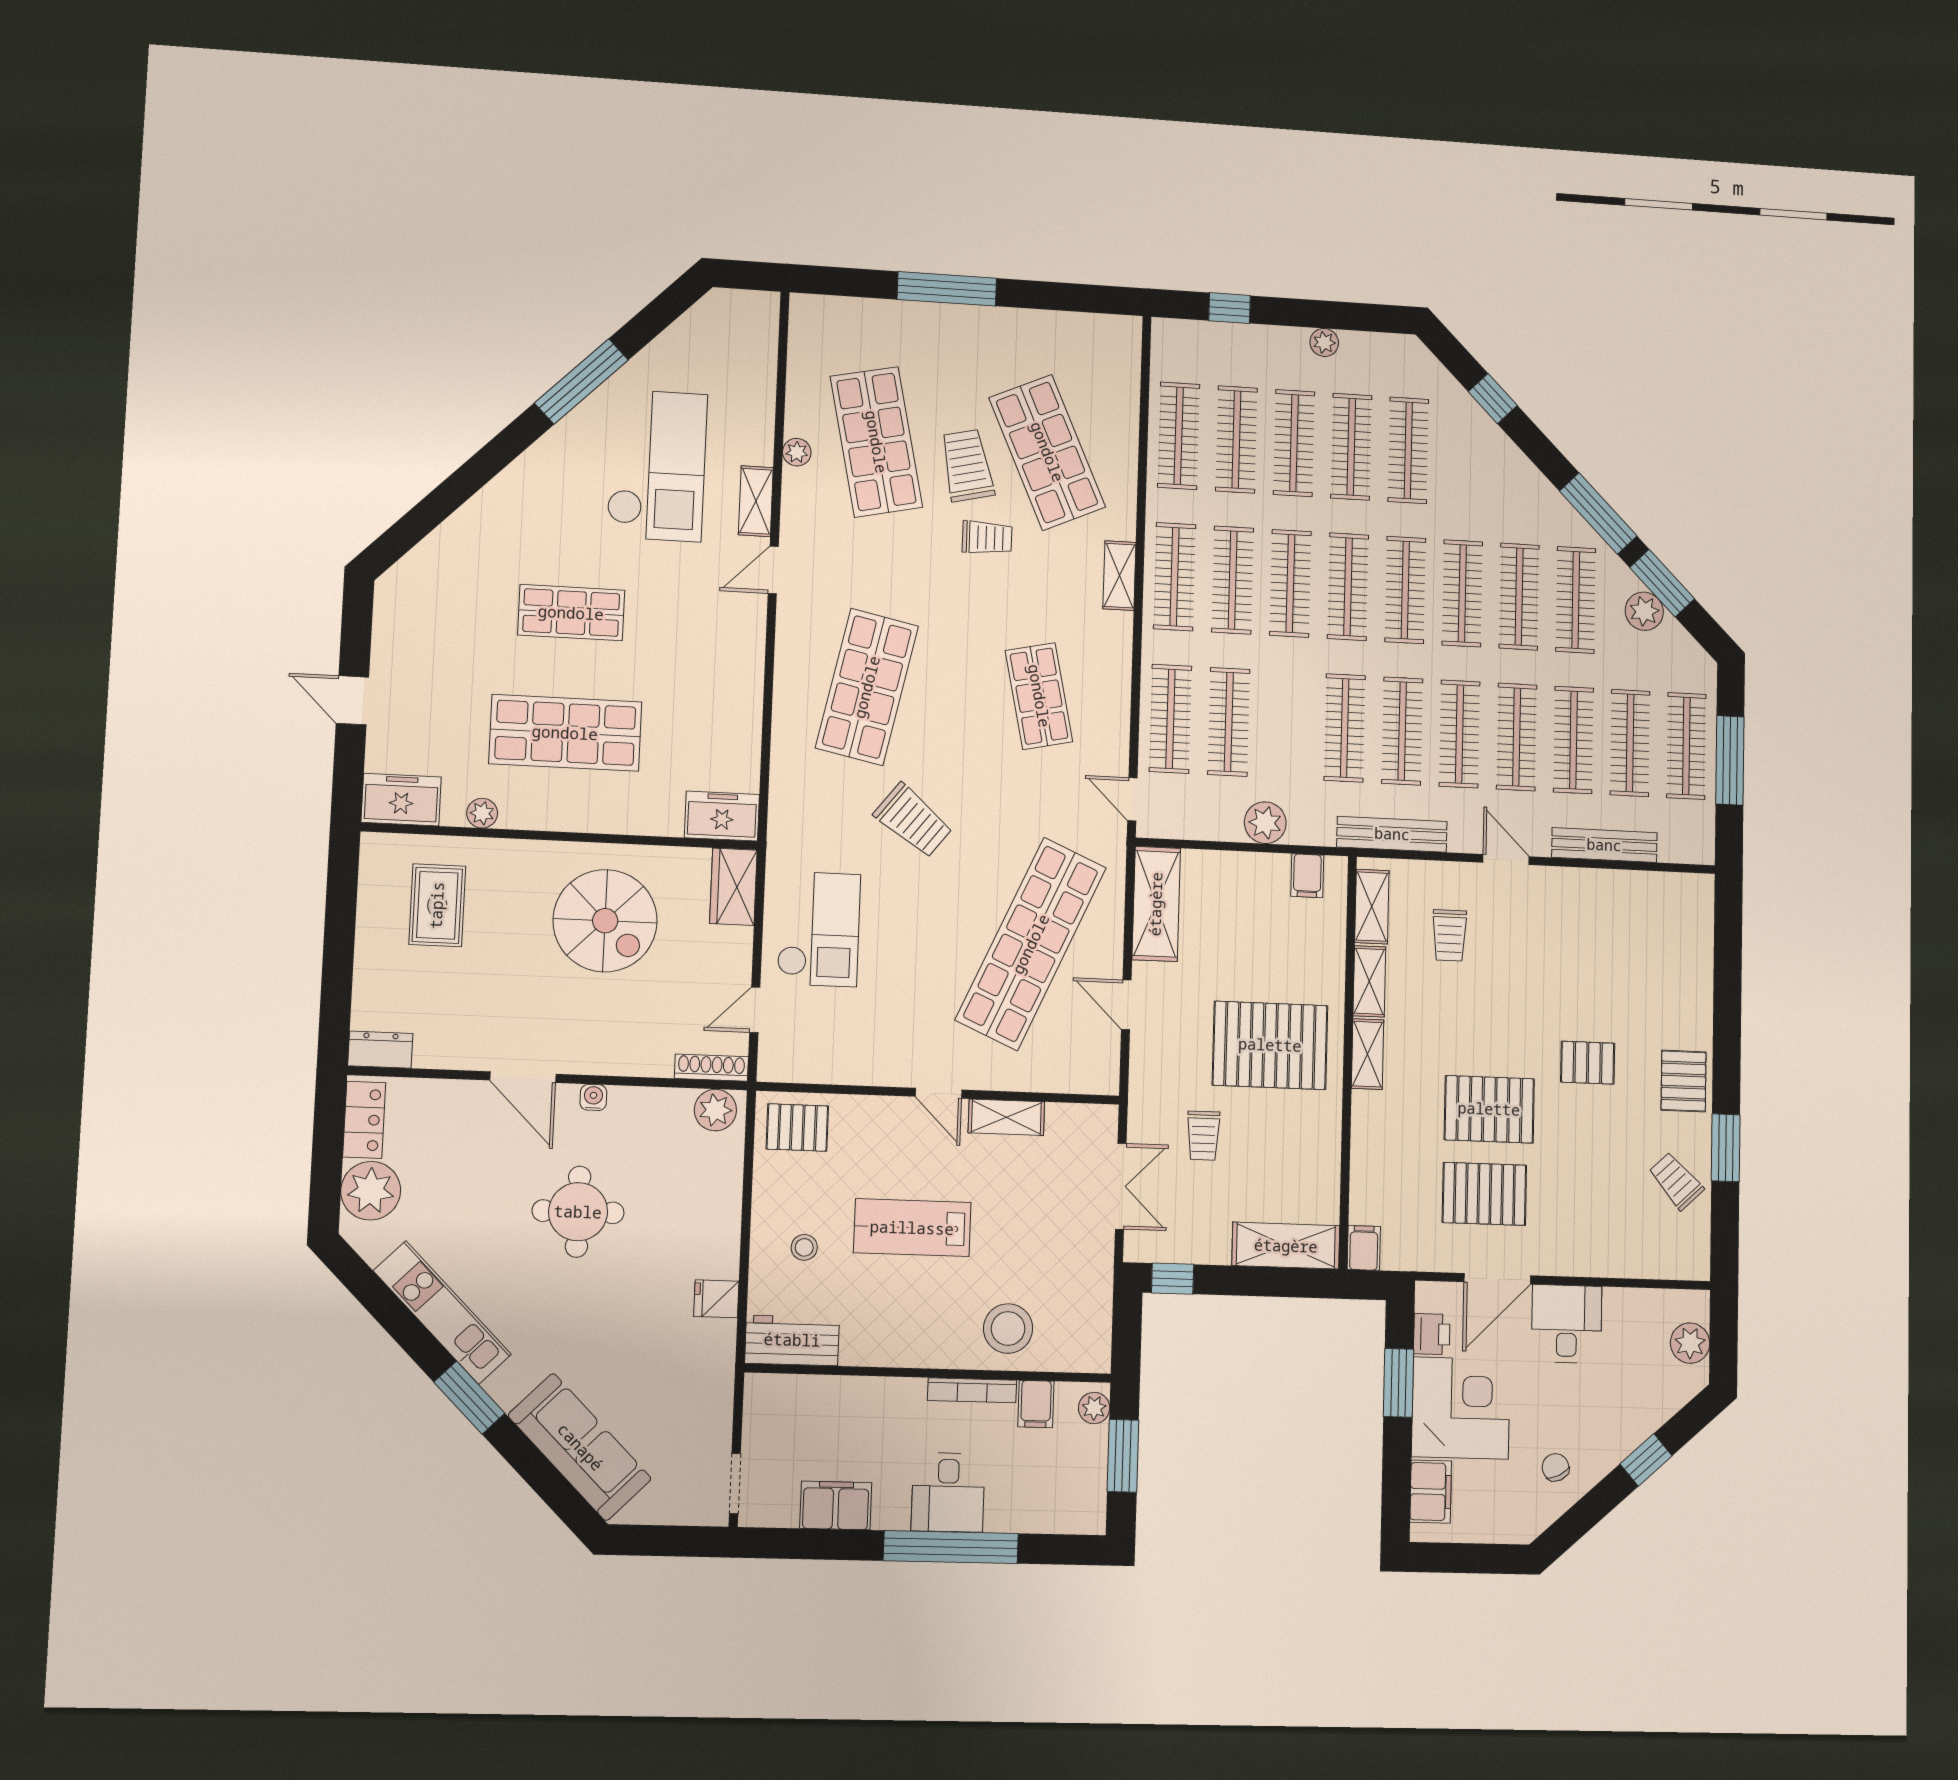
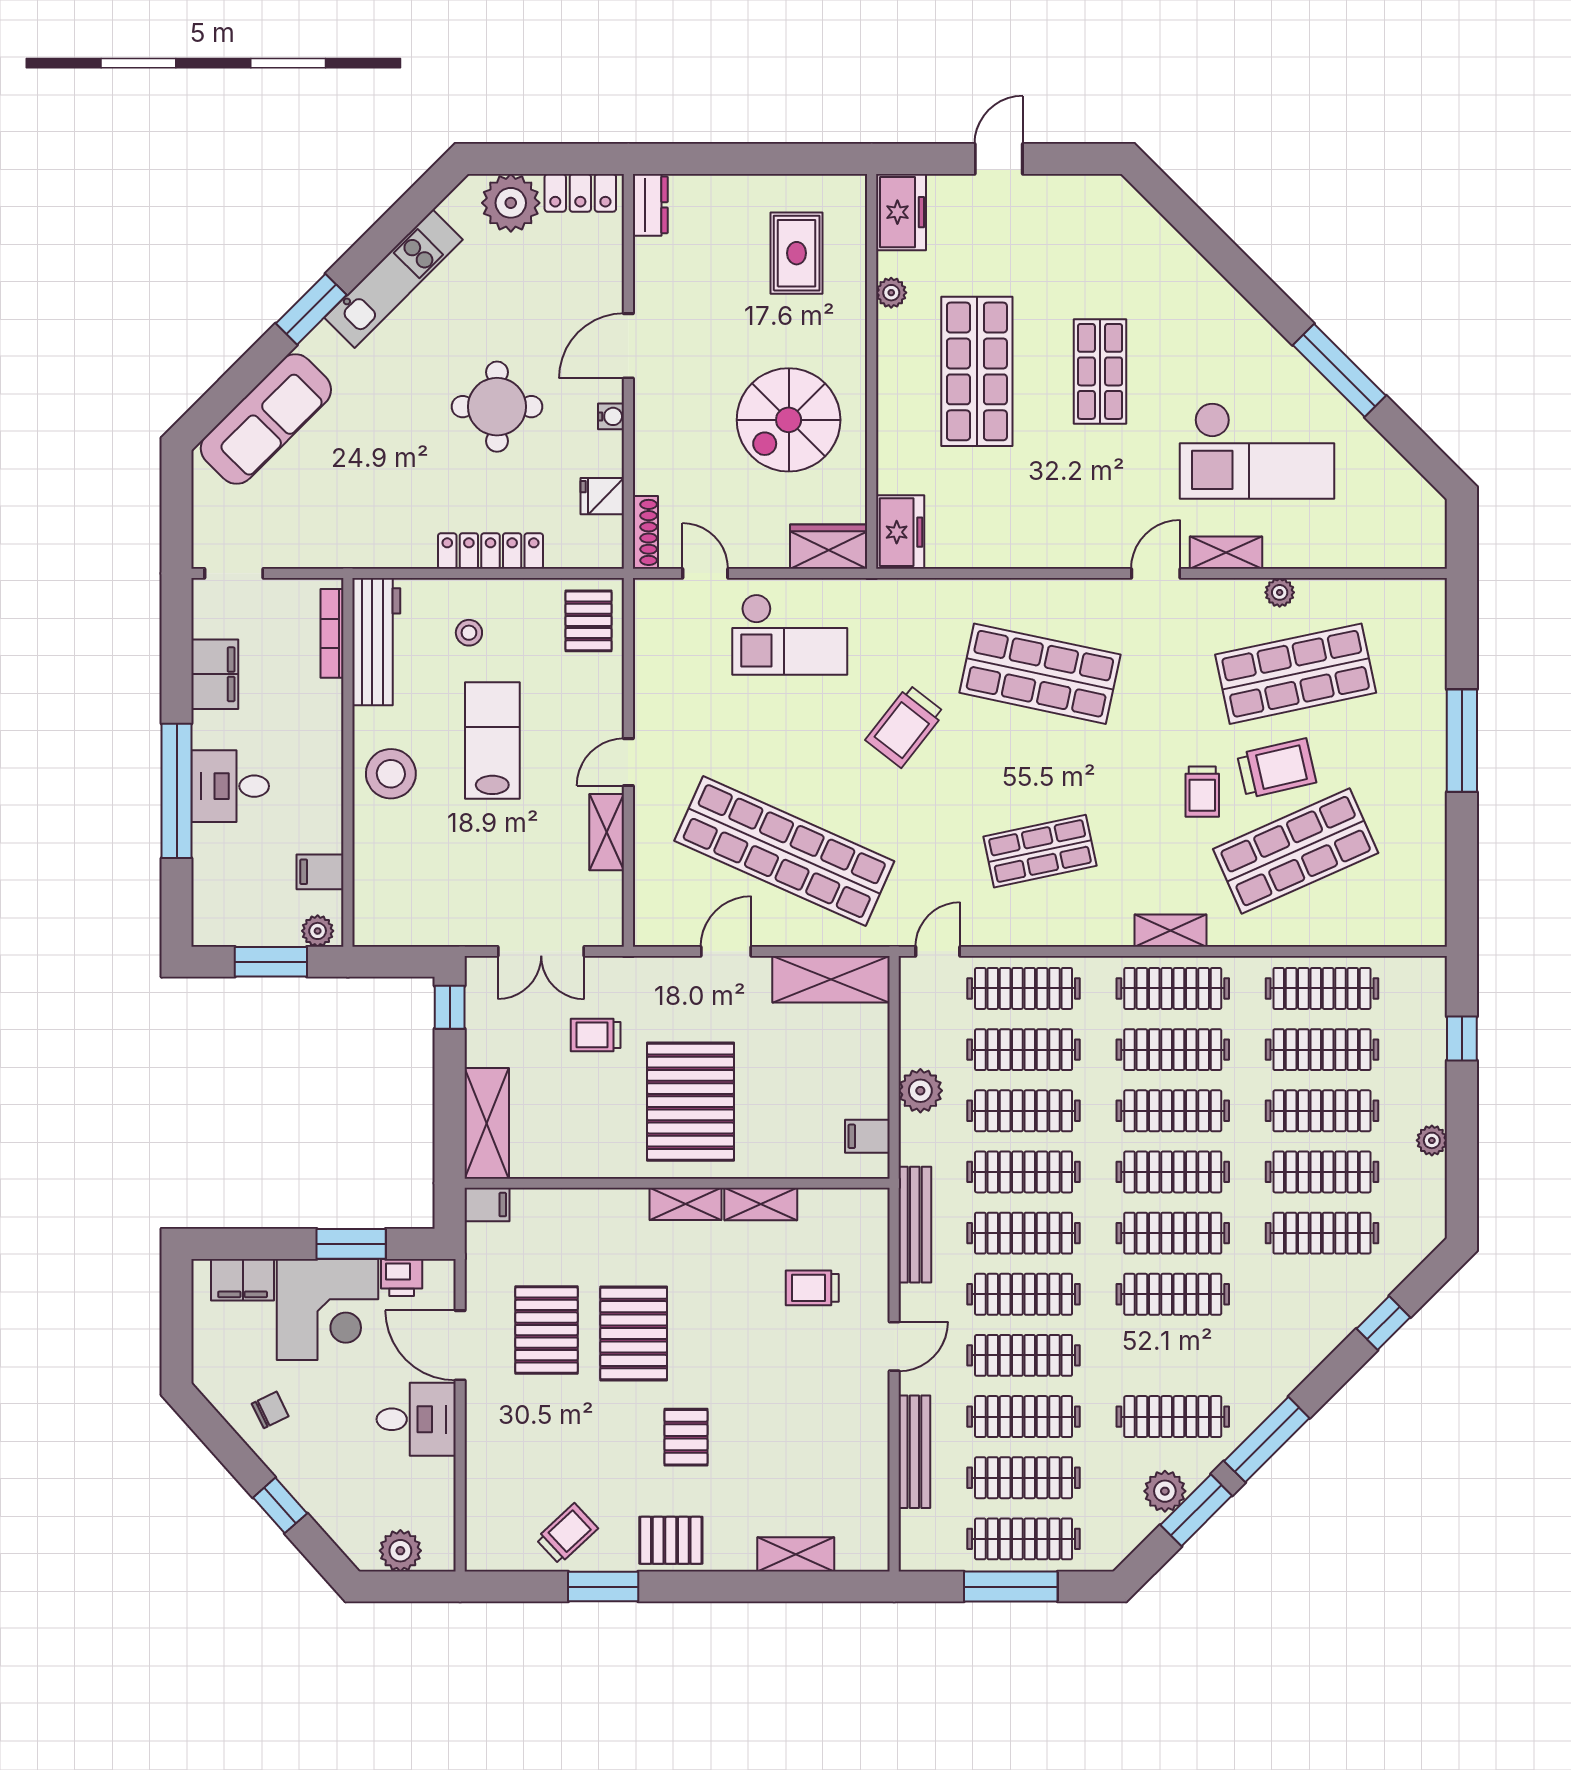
door: (773, 570) -> (1156, 573), hinge flipped
clothes rail: (1519, 597) -> (1024, 1111), moved
rug: (437, 905) -> (797, 253), turned 90
shelving: (1372, 907) -> (796, 1554), moved
plant: (715, 1110) -> (603, 538), removed
locker: (723, 1223) -> (490, 551), added
fridge: (716, 1299) -> (602, 496), moved, turned -90
stool: (1008, 1329) -> (391, 774), moved
workbench: (792, 1340) -> (376, 642), width x1.38
bookcase: (972, 1390) -> (332, 633), moved

